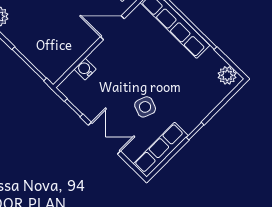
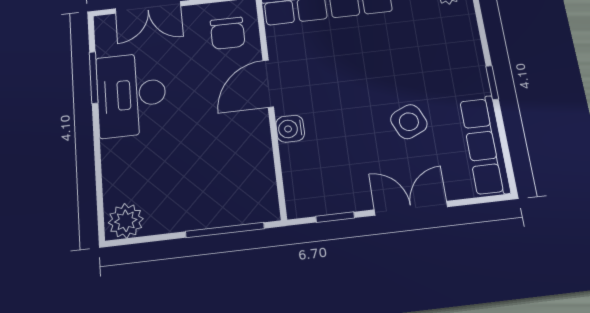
water cooler: (85, 69) -> (290, 129), moved
side table: (145, 107) -> (409, 122), turned 45

